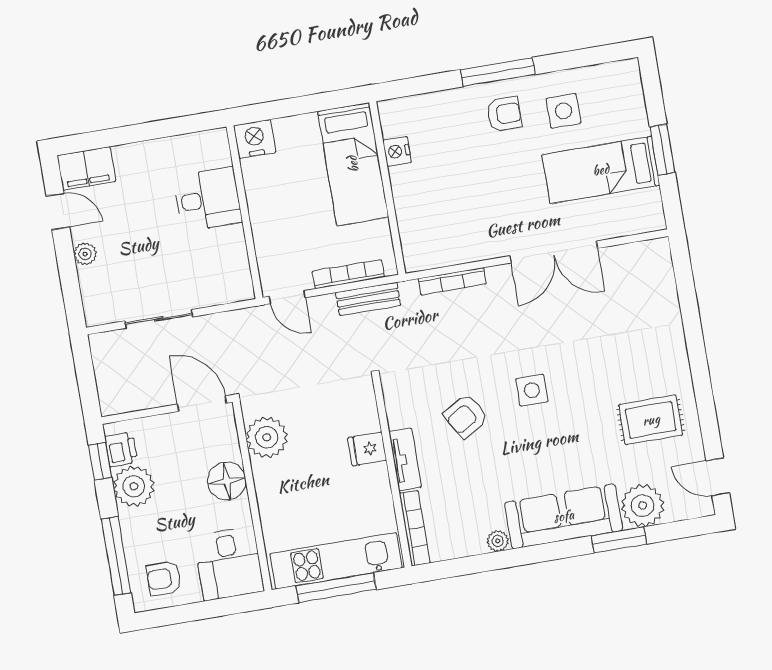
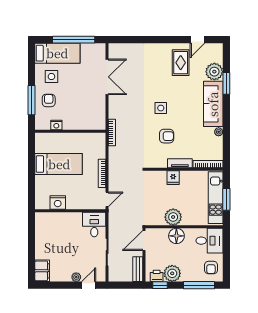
nightstand: (255, 139) -> (58, 202), moved, turned -90
window: (662, 150) -> (74, 40), width x2.11
nightstand: (397, 151) -> (56, 125), moved
bed: (601, 170) -> (57, 53), moved, turned -90
wall: (387, 188) -> (70, 131), moved
desk: (208, 199) -> (94, 224), moved
door: (58, 212) -> (89, 285), moved
double door: (554, 252) -> (107, 77), moved
bench: (368, 299) -> (138, 269), moved
armchair: (466, 416) -> (167, 136), turned -59
plant: (267, 437) -> (173, 217), moved
door: (718, 477) -> (197, 40), moved
window: (336, 588) -> (226, 199), width x0.69

